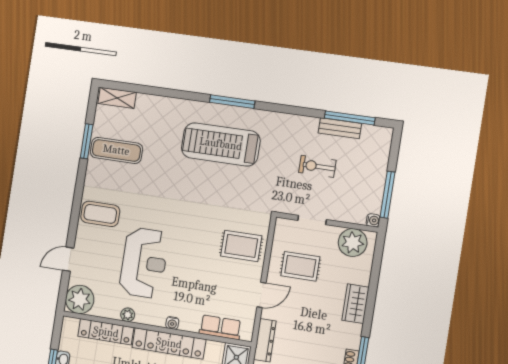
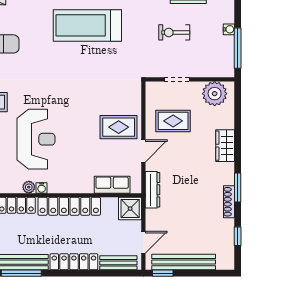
water cooler: (373, 220) -> (229, 29), moved
rug: (241, 246) -> (119, 127), moved
water cooler: (172, 323) -> (42, 188), moved

